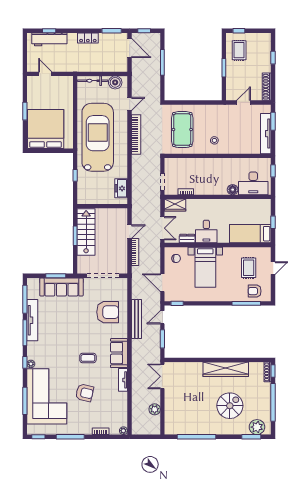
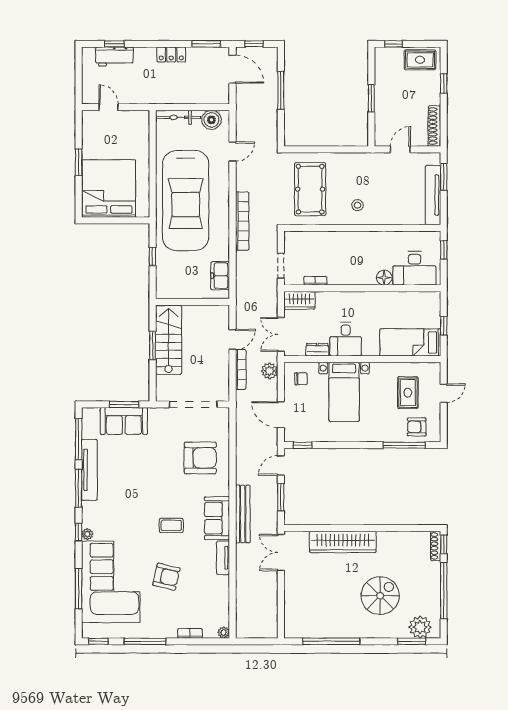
workbench: (49, 39) -> (114, 57), width x0.73
rug: (239, 50) -> (420, 60), moved, turned 90
bookcase: (136, 134) -> (242, 221), moved
car: (98, 137) -> (186, 201), turned 180
double door: (162, 228) -> (281, 334), swing flipped
sofa: (61, 287) -> (124, 421), width x0.73
bench: (136, 319) -> (243, 514), moved
wardrobe: (226, 369) -> (343, 542), moved
plant: (155, 409) -> (269, 371), moved

